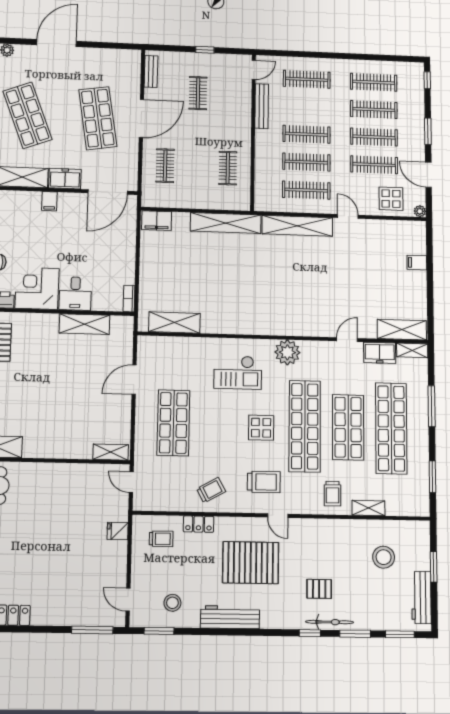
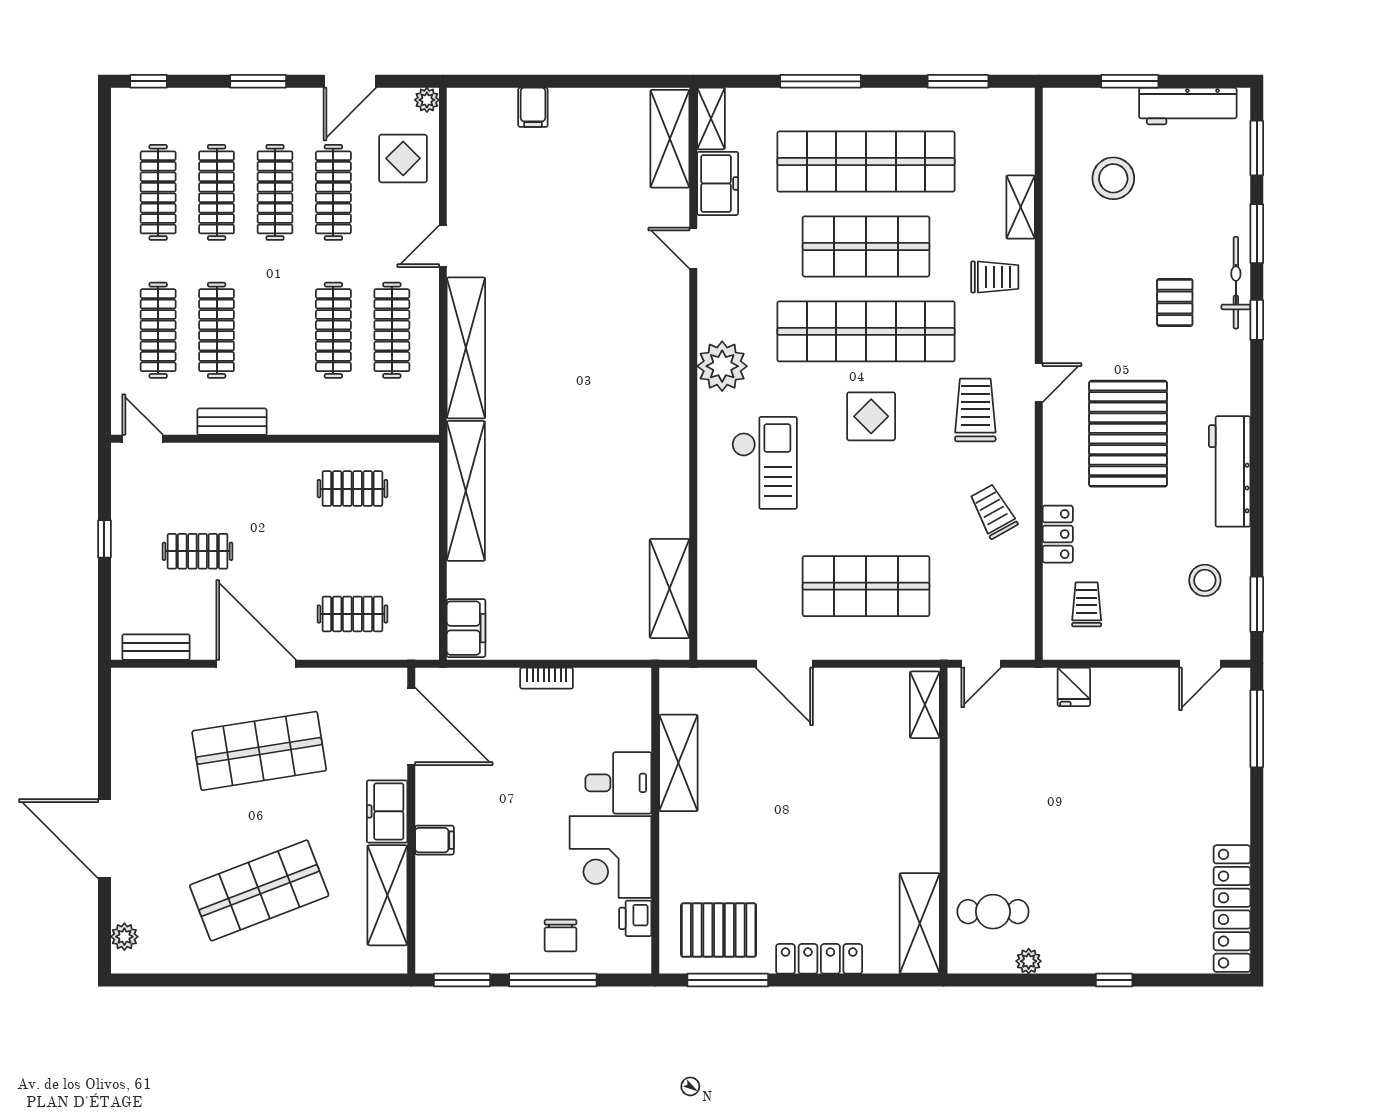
bench: (262, 106) -> (232, 422), width x0.73
clothes rail: (306, 134) -> (217, 330), moved
bookcase: (129, 299) -> (547, 678), moved

